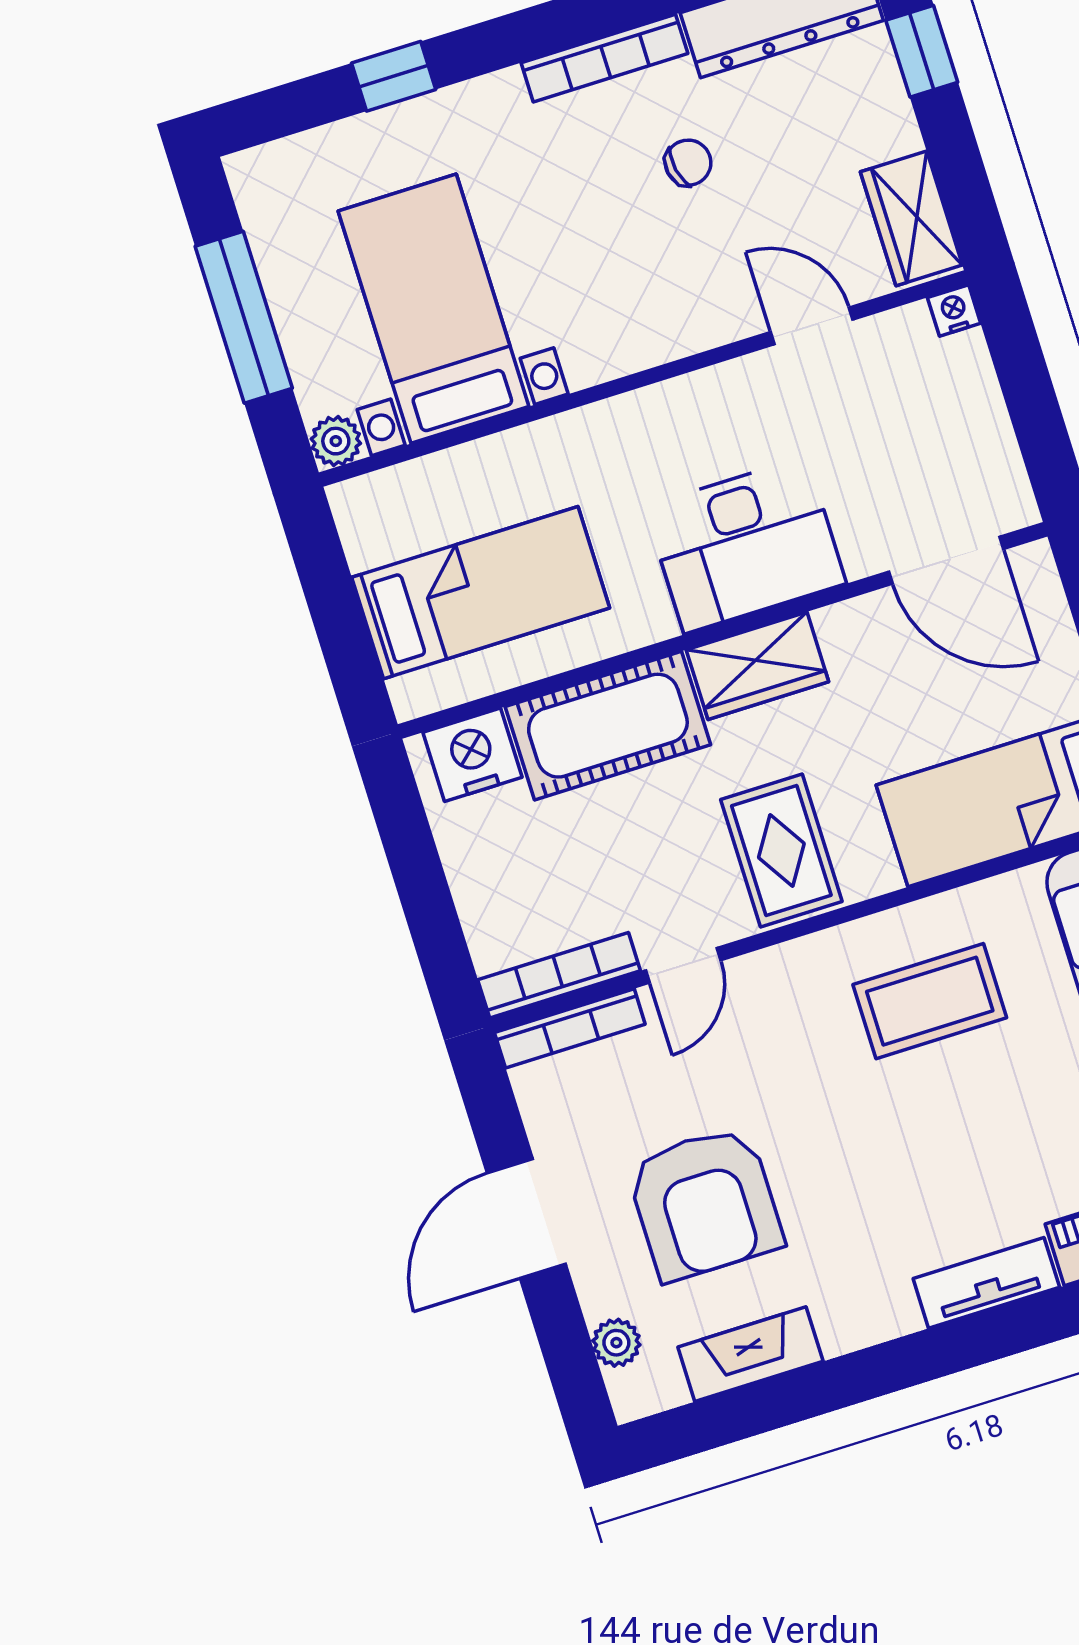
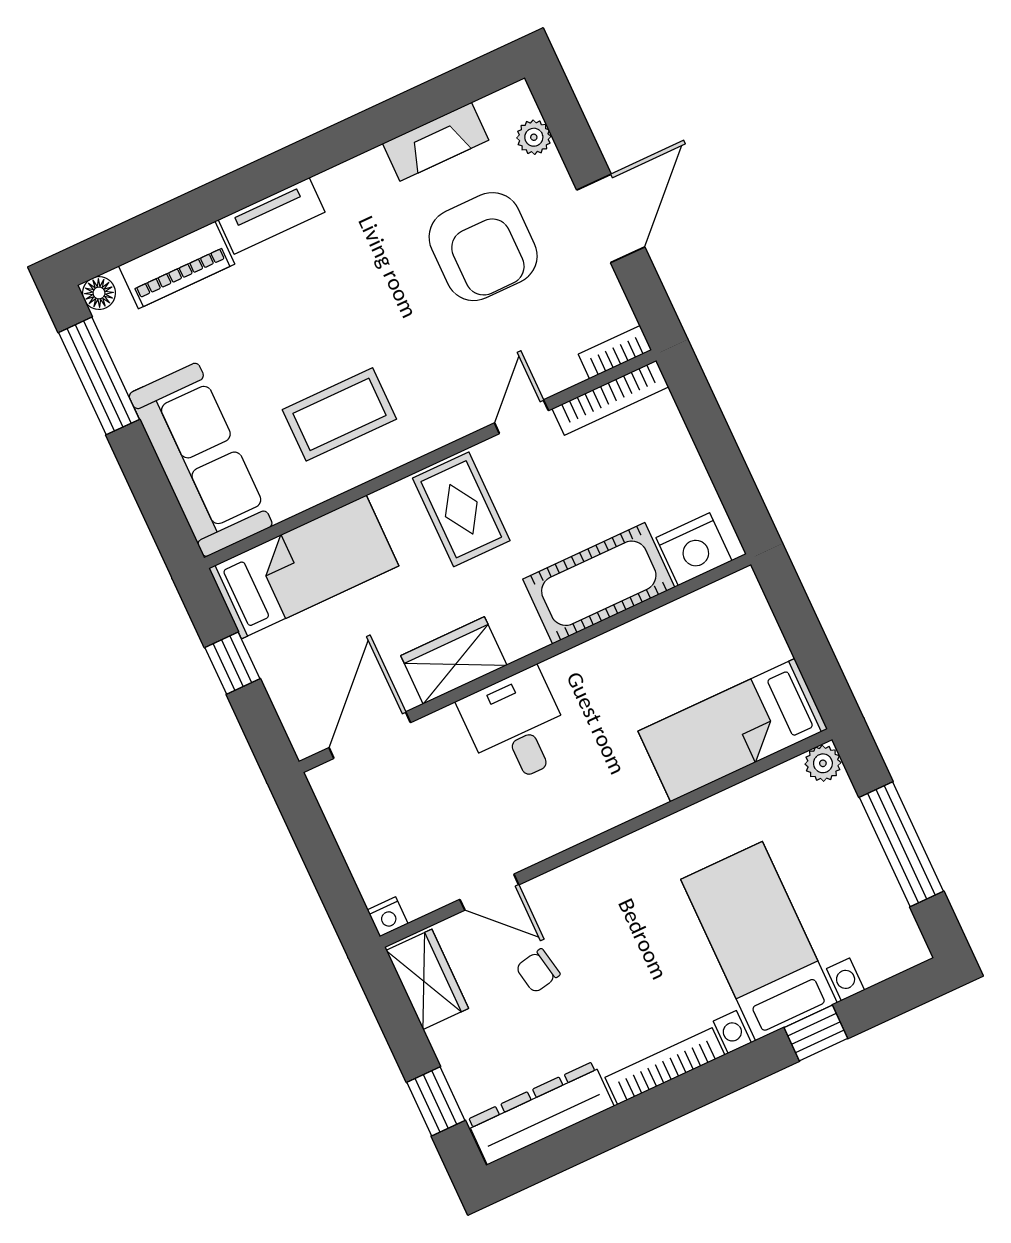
chair: (688, 163) -> (538, 971), moved
bed with nightstands: (434, 309) -> (759, 941), moved, turned 180
desk: (745, 545) -> (516, 727), width x0.73
door: (946, 560) -> (370, 735), hinge flipped
bed: (481, 593) -> (733, 730), moved
wardrobe: (757, 666) -> (454, 660), moved
bookcase: (570, 1028) -> (615, 352), width x0.64
armchair: (705, 1203) -> (483, 247), turned 180

